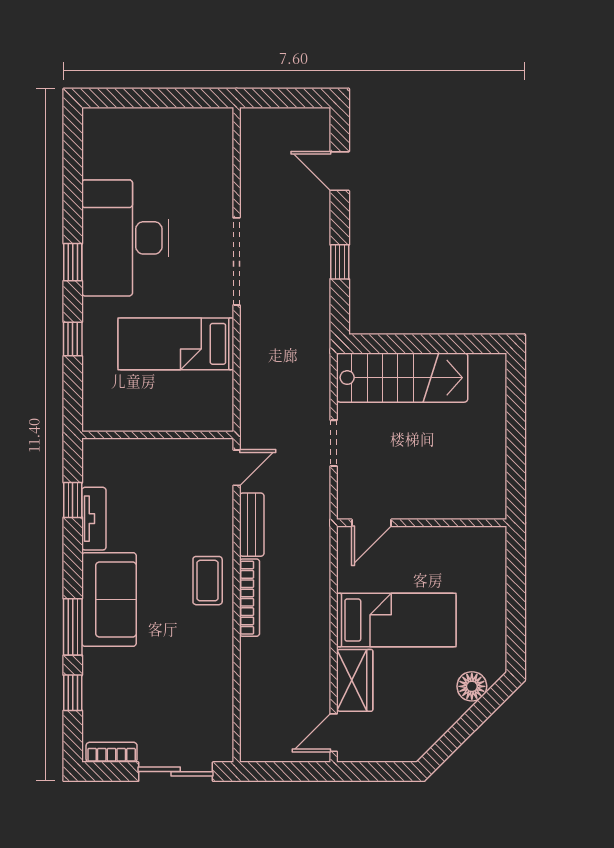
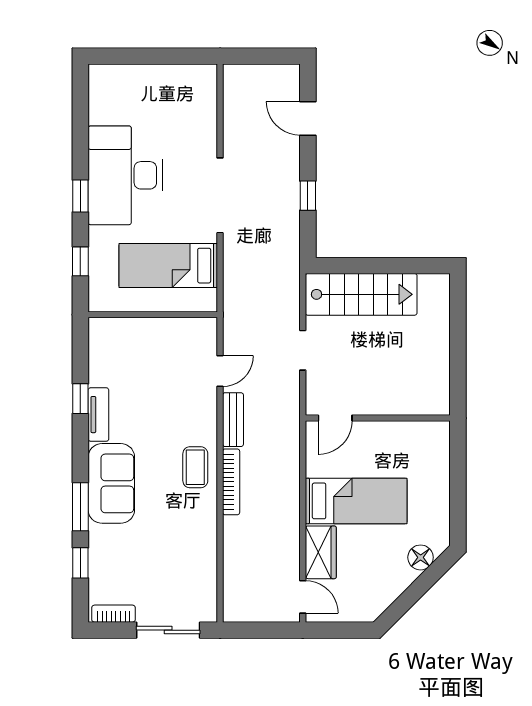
wall: (158, 435) -> (153, 315), moved
door: (334, 733) -> (303, 597), swing flipped

